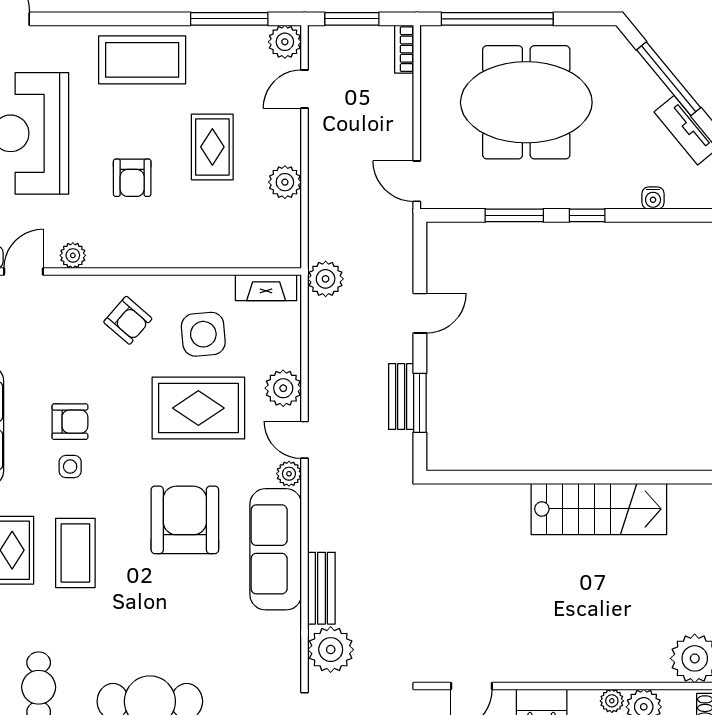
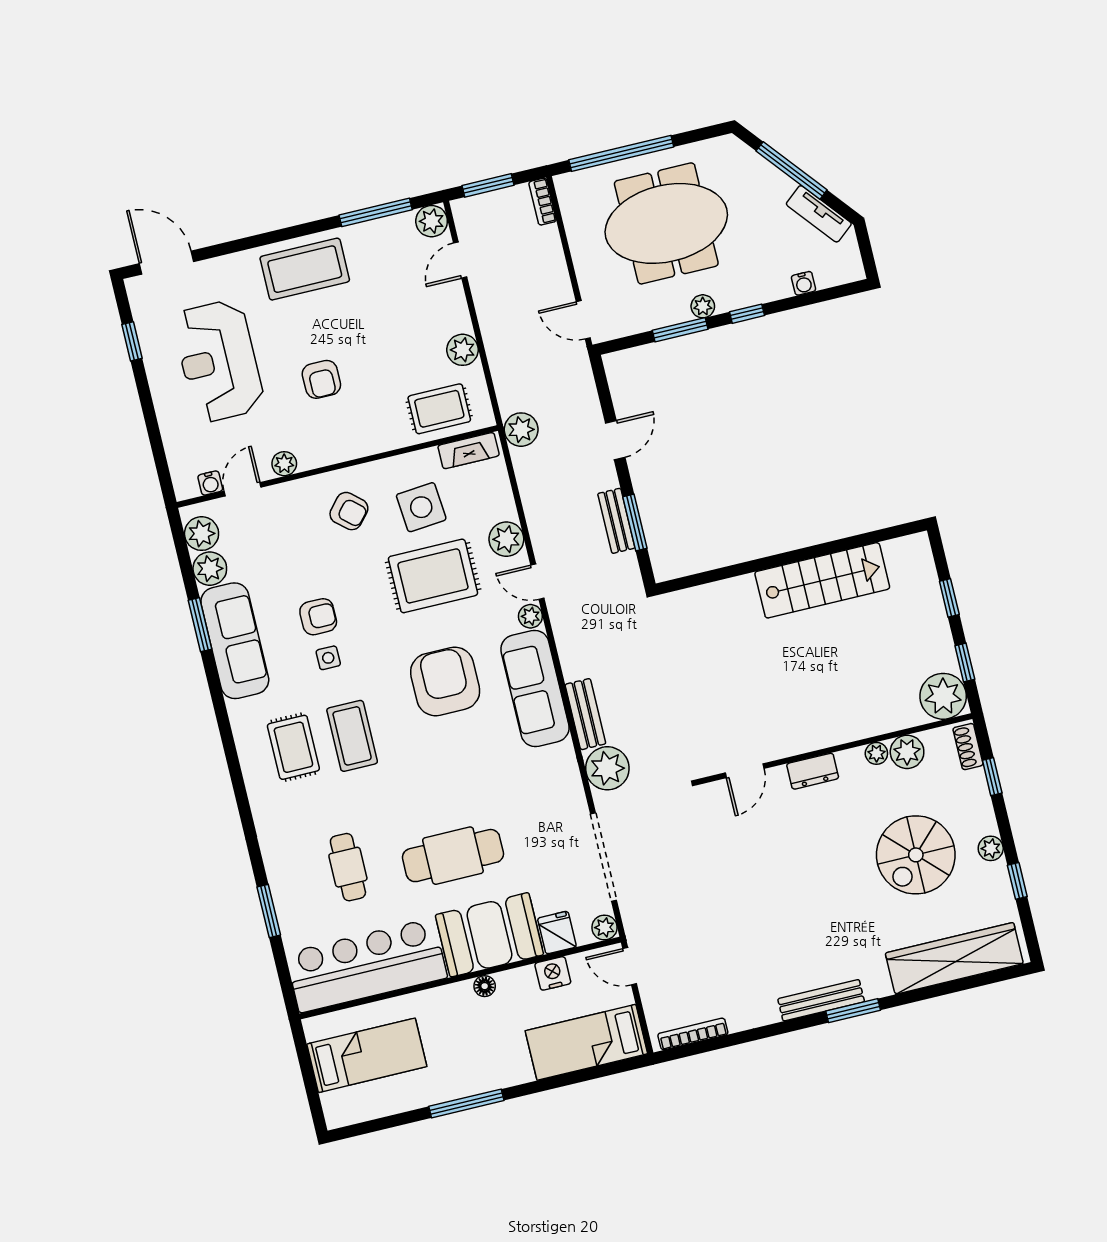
rug: (212, 147) -> (439, 409), moved, turned 90
plant: (543, 197) -> (703, 306), added

